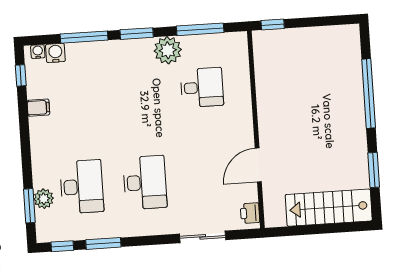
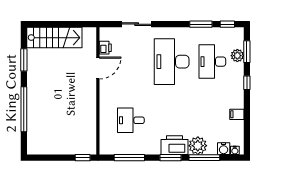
plant: (168, 50) -> (198, 146), moved
printer: (132, 53) -> (174, 145), added
window: (21, 75) -> (247, 83), moved
desk: (145, 182) -> (172, 62), width x1.36, depth x1.30
printer: (250, 213) -> (105, 48), moved

